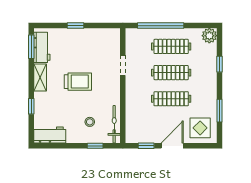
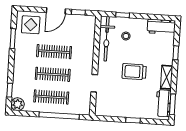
window: (219, 64) -> (10, 90), moved
bicycle: (114, 124) -> (107, 39), width x1.37, depth x1.40

